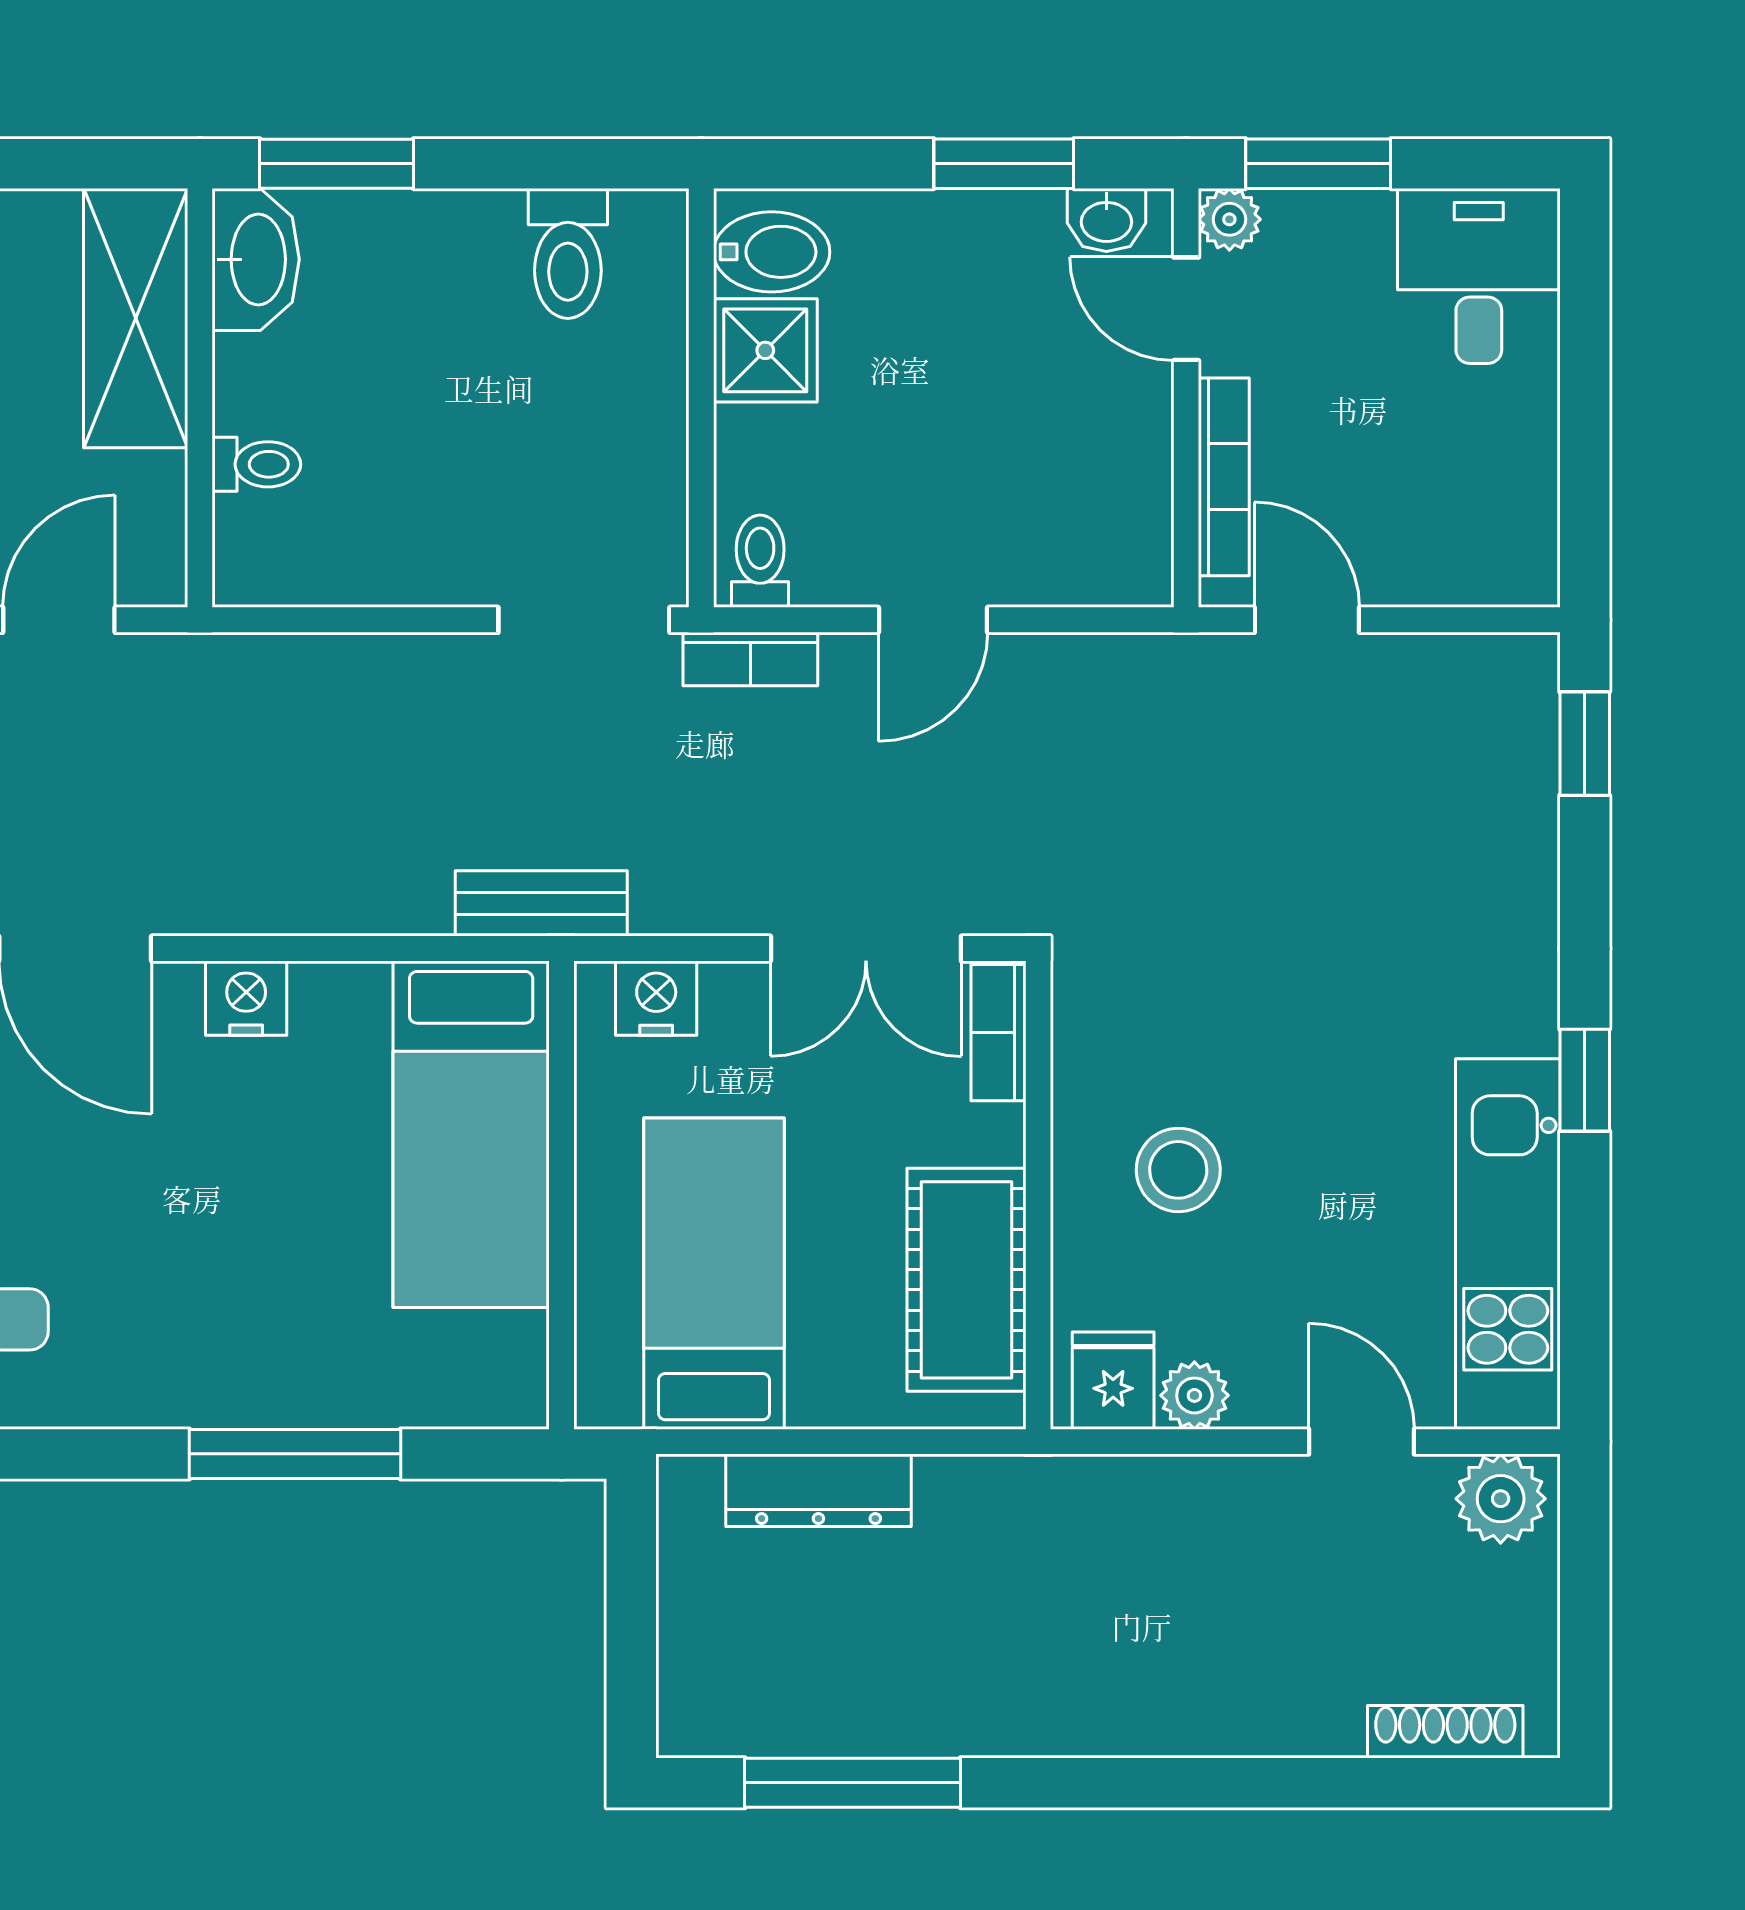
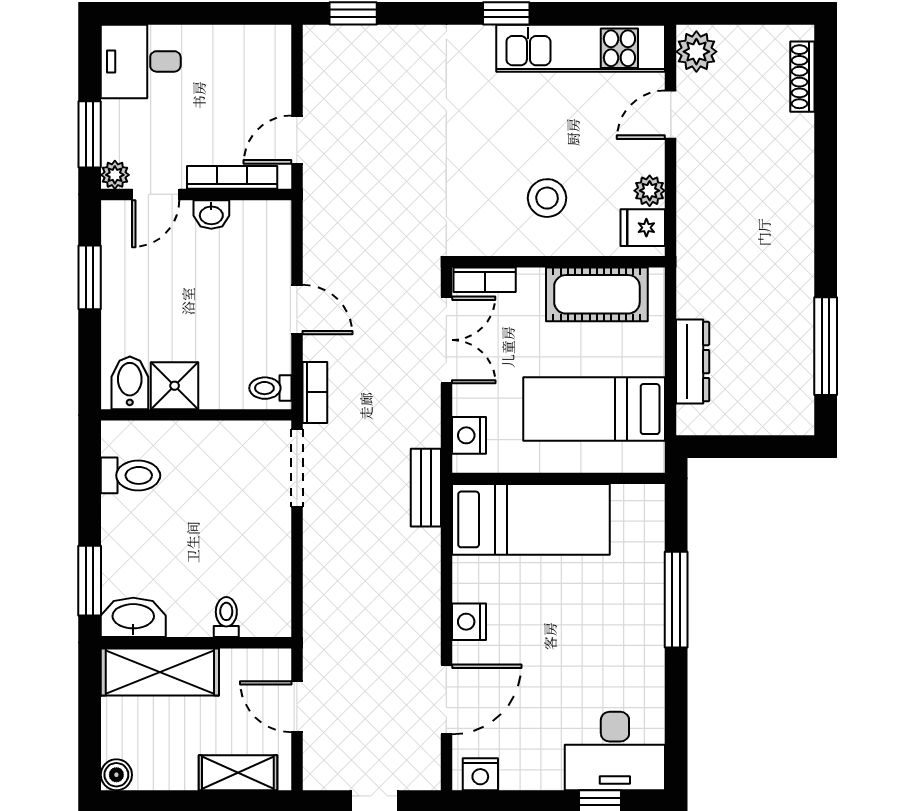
washbasin: (1106, 220) -> (211, 214), moved, turned 90

